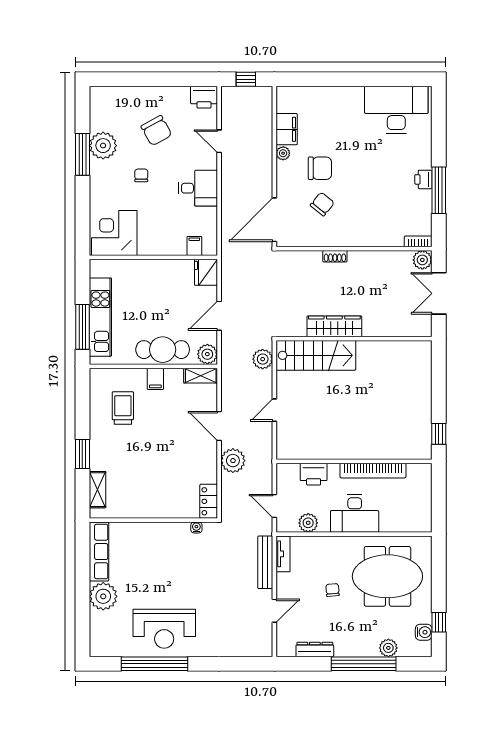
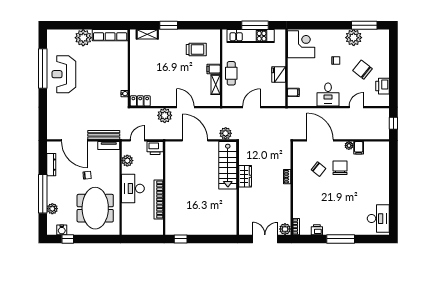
printer: (204, 97) -> (383, 86), moved
desk: (396, 110) -> (378, 219), width x0.73, depth x0.77
filing cabinet: (287, 129) -> (359, 148), width x0.50
chair: (156, 131) -> (363, 70), turned 68
window: (82, 154) -> (364, 25), moved
chair: (320, 168) -> (340, 168), turned 180
printer: (423, 179) -> (317, 230), moved
window: (439, 190) -> (341, 239), moved
door: (274, 220) -> (320, 140), moved
fridge: (206, 272) -> (279, 75), moved, turned -90
door: (219, 316) -> (252, 107), hinge flipped
wardrobe: (334, 326) -> (245, 176), width x0.67
window: (82, 327) -> (255, 25), moved
cafe table: (163, 350) -> (231, 73), width x0.73, depth x0.74
plant: (207, 354) -> (228, 100), removed
shelving: (201, 376) -> (216, 85), moved
door: (274, 410) -> (195, 140), width x1.87
door: (219, 426) -> (185, 107), hinge flipped
printer: (314, 474) -> (155, 148), moved, turned -90
door: (274, 611) -> (75, 140), width x1.87

